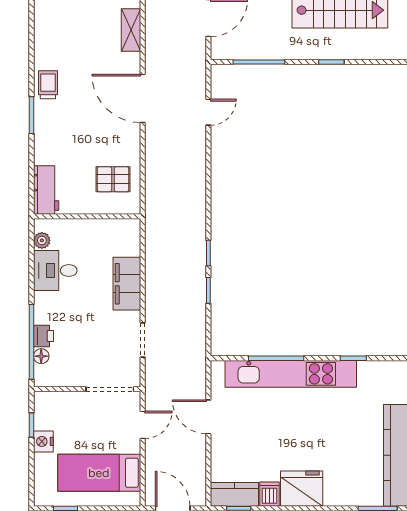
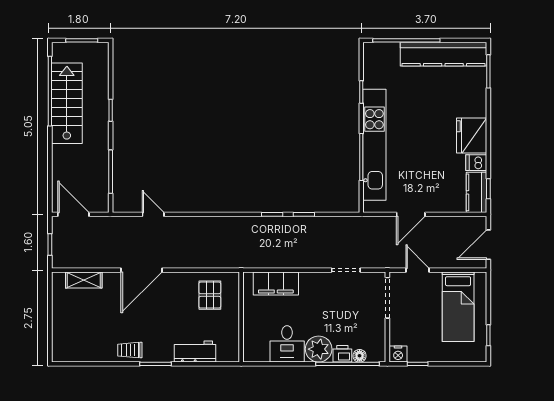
workbench: (46, 190) -> (195, 352), moved
plant: (42, 240) -> (319, 349), moved, width x1.87, depth x1.87
filing cabinet: (127, 284) -> (276, 283), moved
nightstand: (43, 441) -> (398, 354), moved

